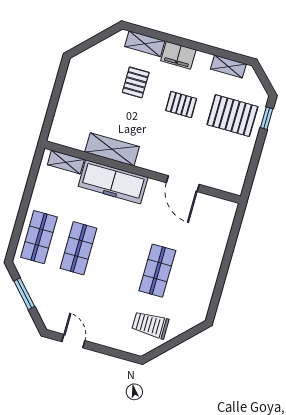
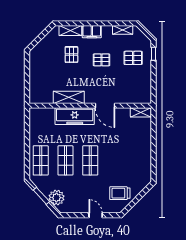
pallet: (232, 116) -> (133, 58), width x0.67, depth x0.71
shelving: (66, 162) -> (141, 112), moved
door: (183, 184) -> (105, 106), moved
shop shelf: (157, 271) -> (90, 160), moved
plant: (48, 303) -> (57, 198), added
door: (73, 341) -> (96, 215), moved

